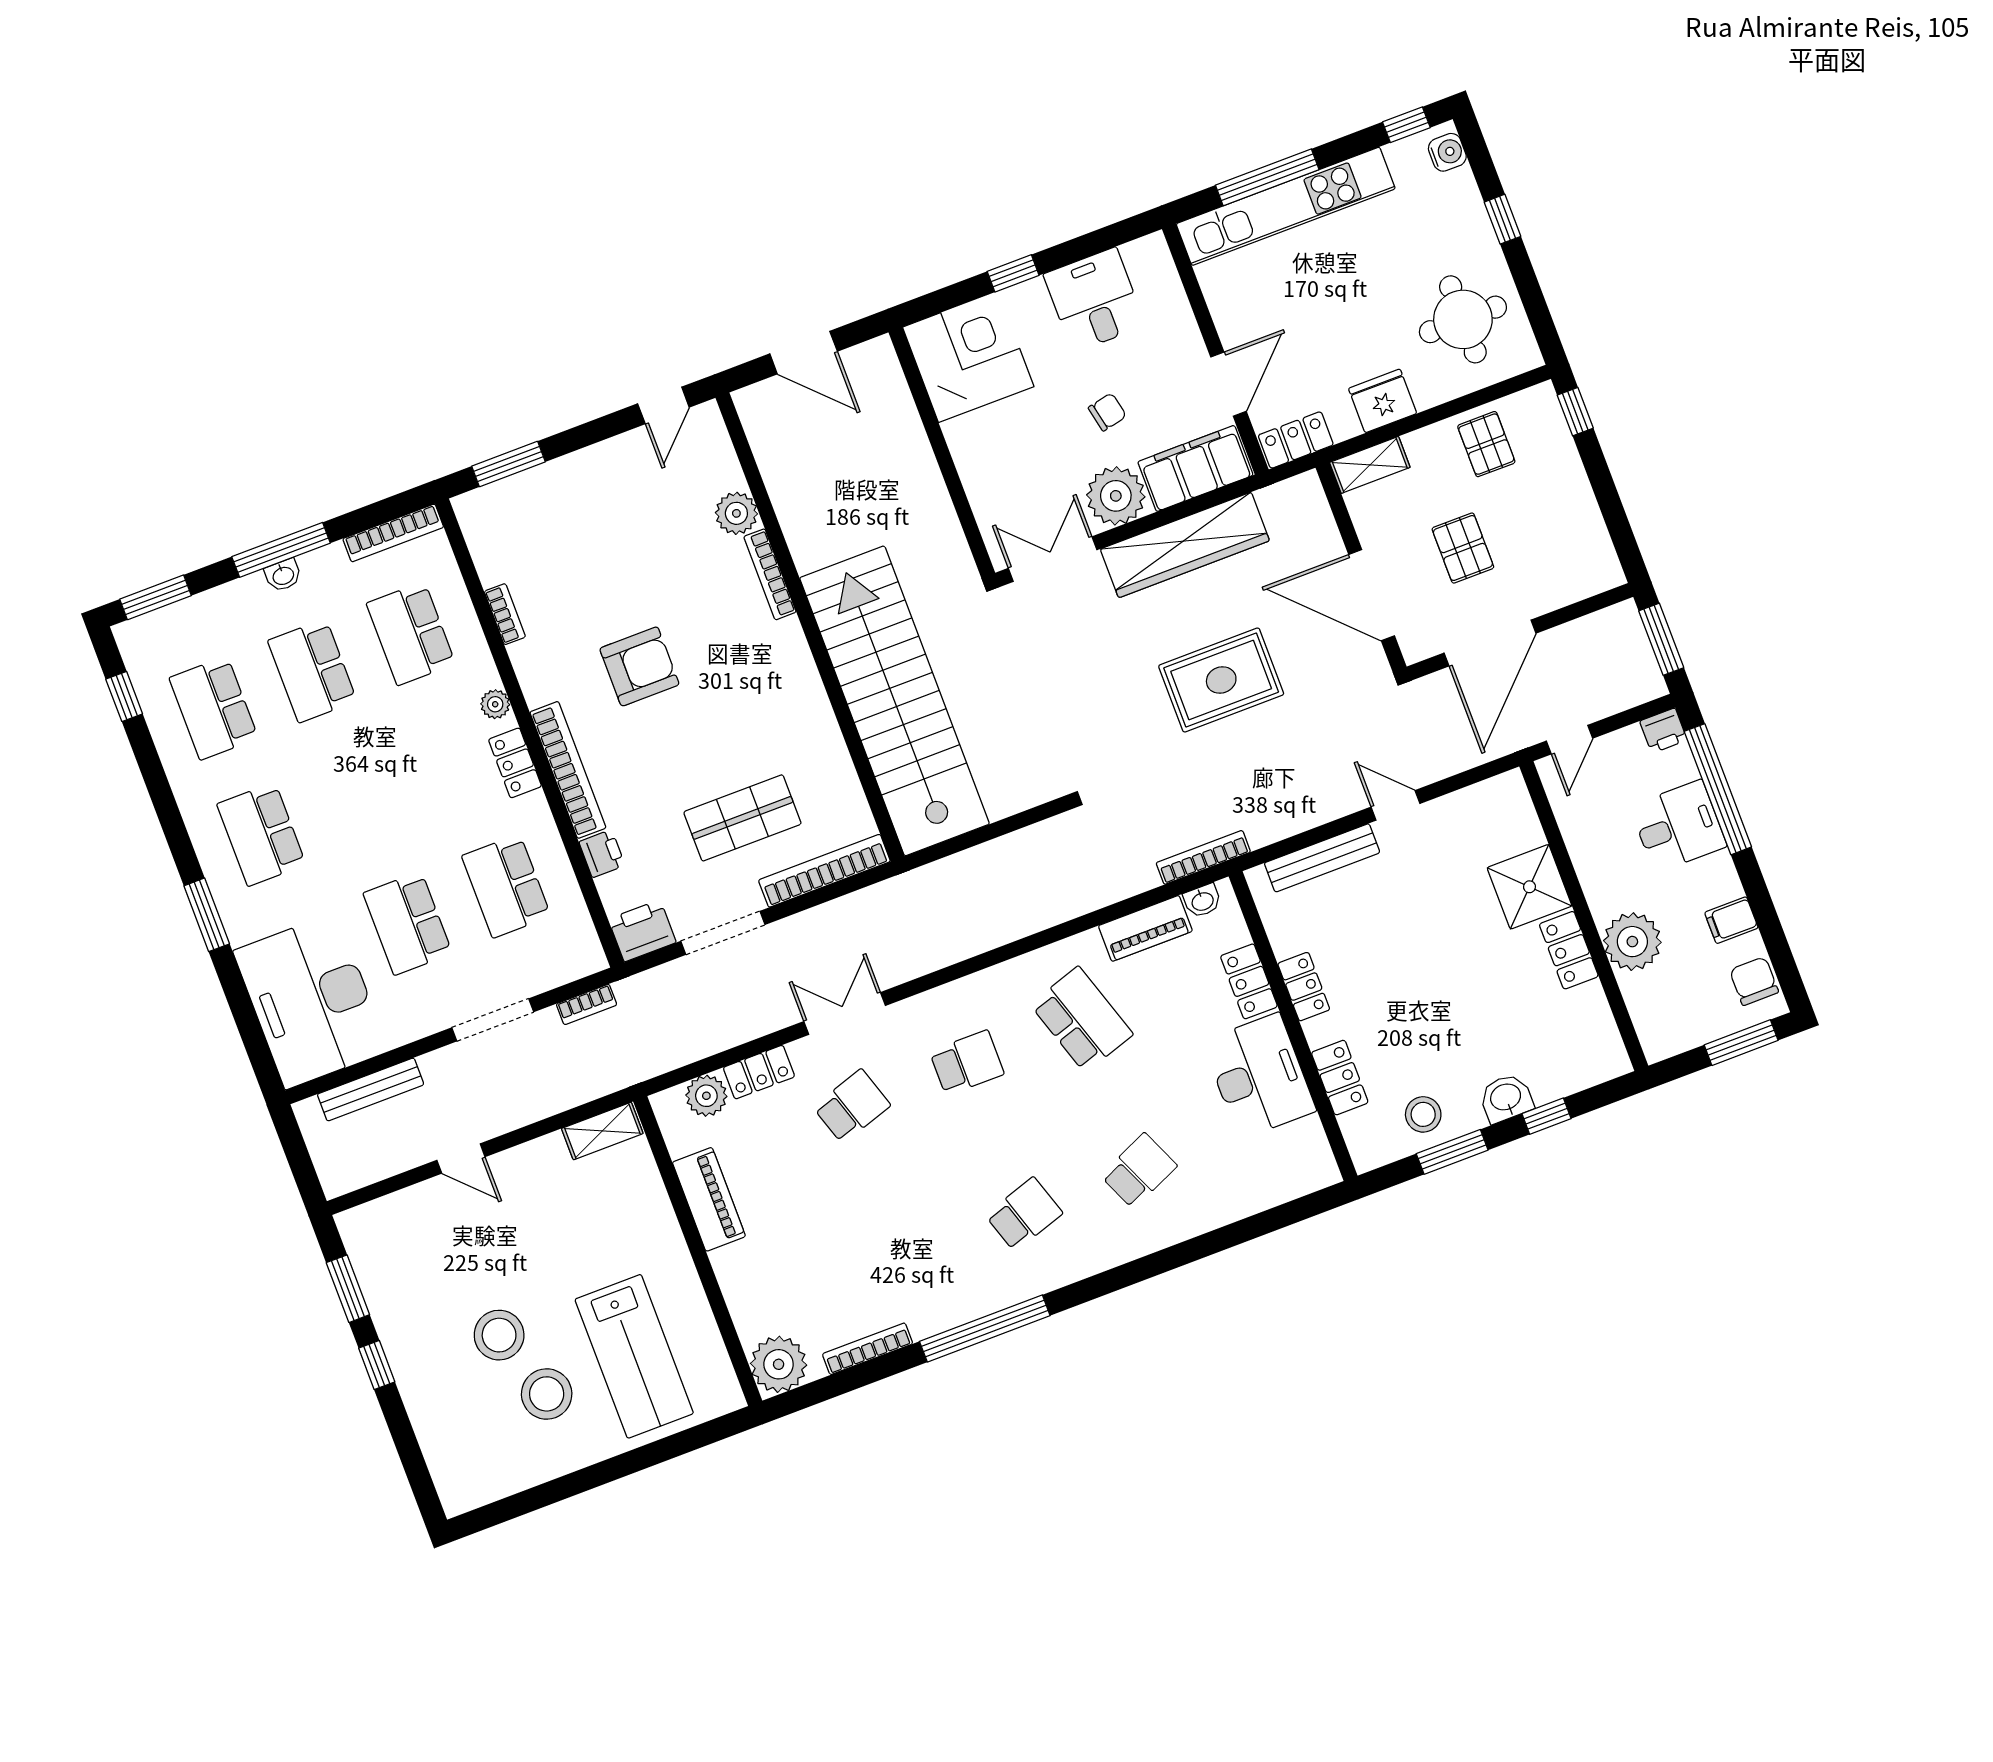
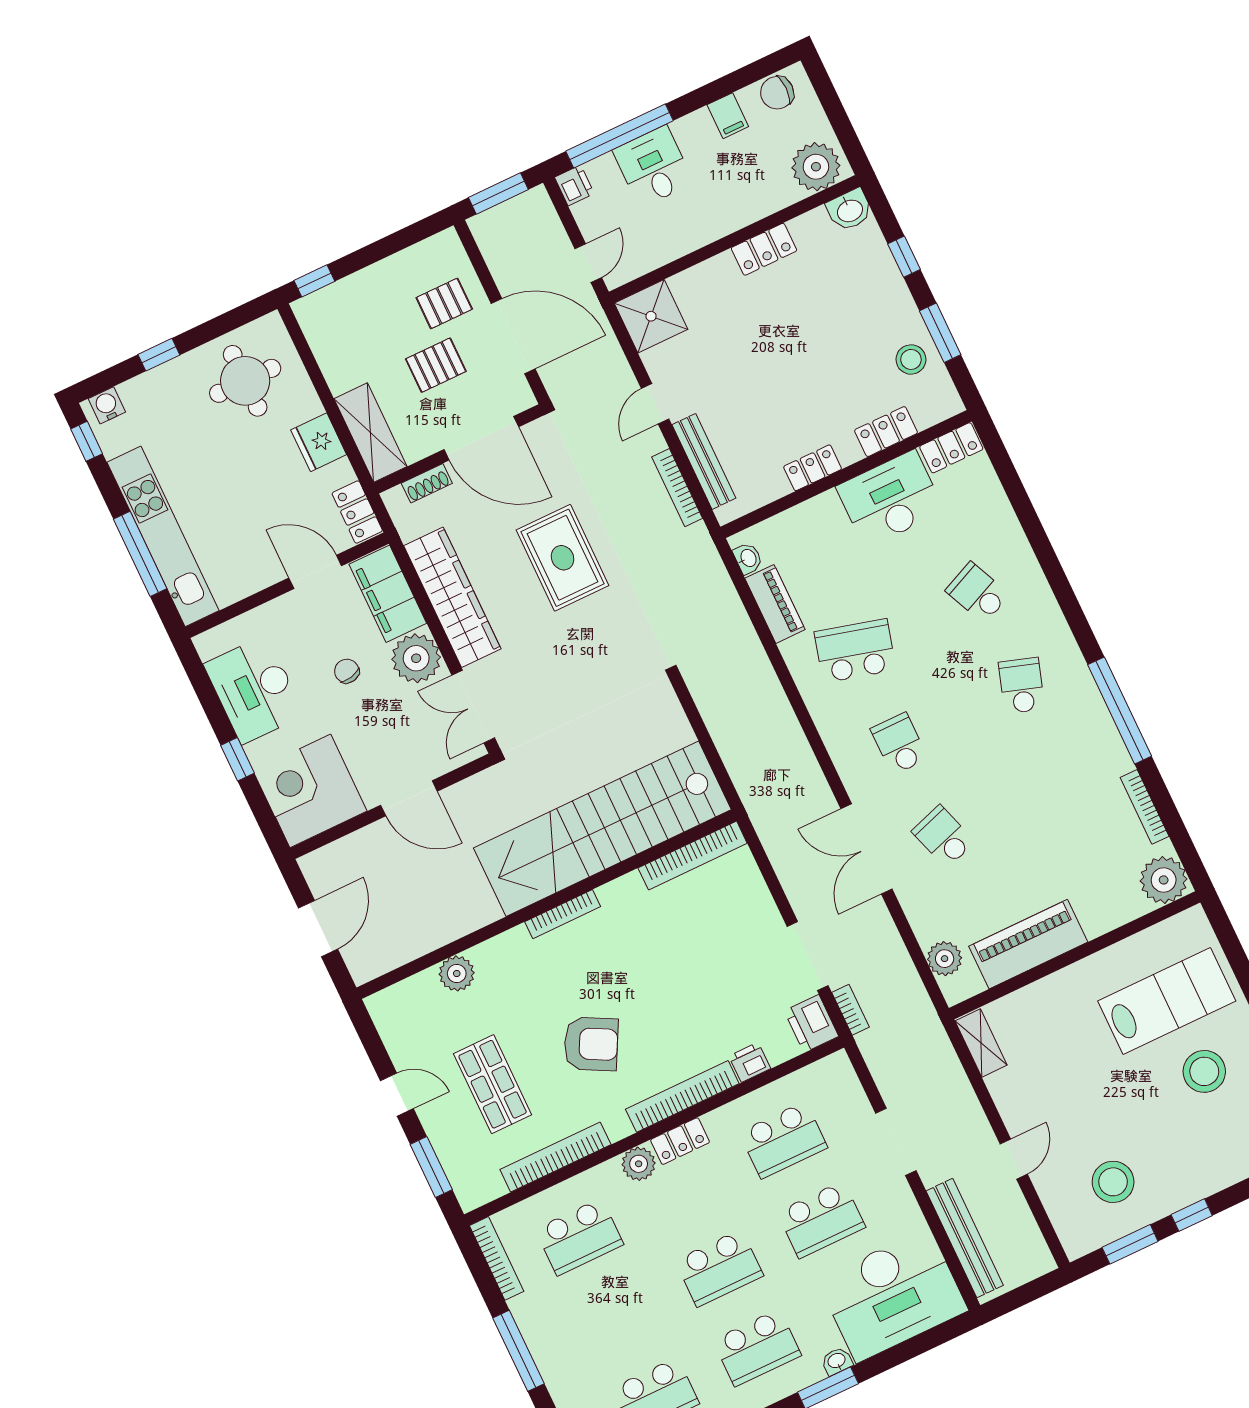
desk: (1094, 300) -> (254, 690), width x1.37
door: (663, 405) -> (397, 1095), moved
pallet: (1486, 444) -> (444, 303), moved
shelving: (1370, 465) -> (370, 433), width x1.50, depth x1.33
door: (950, 474) -> (409, 798), added
shoe rack: (1323, 526) -> (427, 483), added
bookcase: (770, 574) -> (563, 914), moved
washbasin: (283, 575) -> (837, 1361), moved, turned -90
door: (1372, 595) -> (481, 438), hinge flipped
bookcase: (505, 614) -> (555, 1157), width x2.31, depth x1.31
armchair: (639, 666) -> (591, 1044), turned 118
school desk: (312, 671) -> (719, 1268), moved
plant: (495, 704) -> (639, 1164), width x1.38, depth x1.38
door: (1569, 740) -> (588, 263), hinge flipped
shop shelf: (742, 818) -> (493, 1084), moved
bookcase: (1203, 857) -> (677, 488), moved
bookcase: (824, 871) -> (693, 856), moved, turned -90
shower: (1530, 887) -> (651, 316), moved
plant: (1632, 942) -> (816, 167), moved
locker: (1249, 981) -> (951, 448), moved
bookcase: (587, 1004) -> (851, 1010), moved
double door: (845, 1013) -> (866, 849), width x1.37
school desk: (1082, 1019) -> (855, 651), turned 33
window: (1741, 1043) -> (829, 99), removed
locker: (759, 1072) -> (921, 916), removed
bench: (371, 1089) -> (965, 1238), width x1.37, depth x1.21
washbasin: (1506, 1098) -> (850, 210), moved, turned -90
piano: (709, 1199) -> (1028, 944), width x1.37, depth x1.33
school desk: (1024, 1214) -> (1022, 686), turned 36
stool: (499, 1335) -> (1113, 1182), moved

